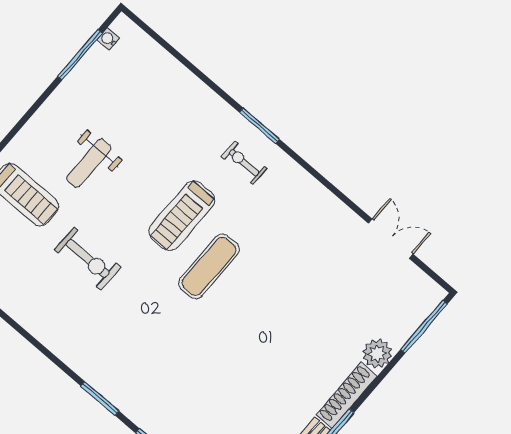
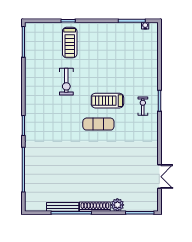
weight bench: (89, 163) -> (98, 55), removed

